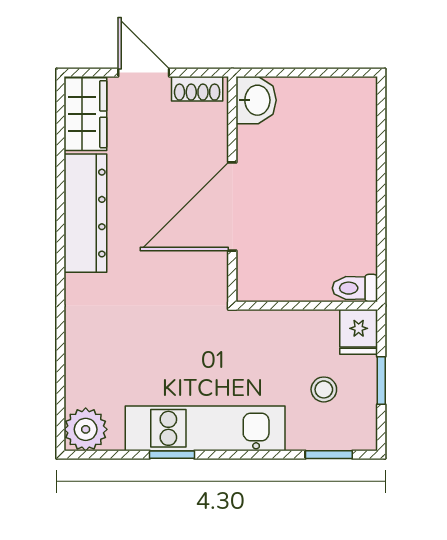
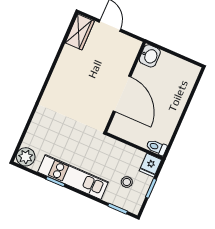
shoe rack: (197, 89) -> (128, 41), removed
door: (232, 207) -> (122, 94), swing flipped
dresser: (85, 213) -> (63, 71), removed

